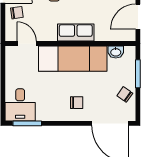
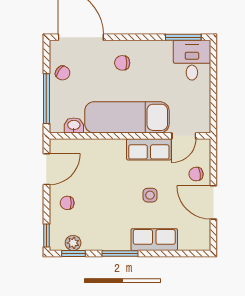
row of seats: (76, 33) -> (149, 149), moved
door: (27, 44) -> (184, 136), hinge flipped
window: (138, 74) -> (46, 99), width x1.44

